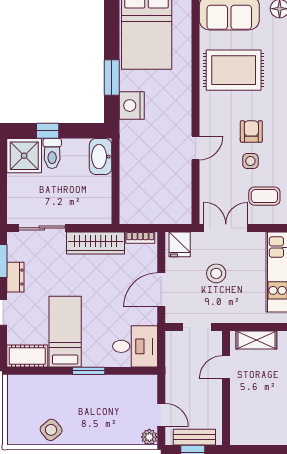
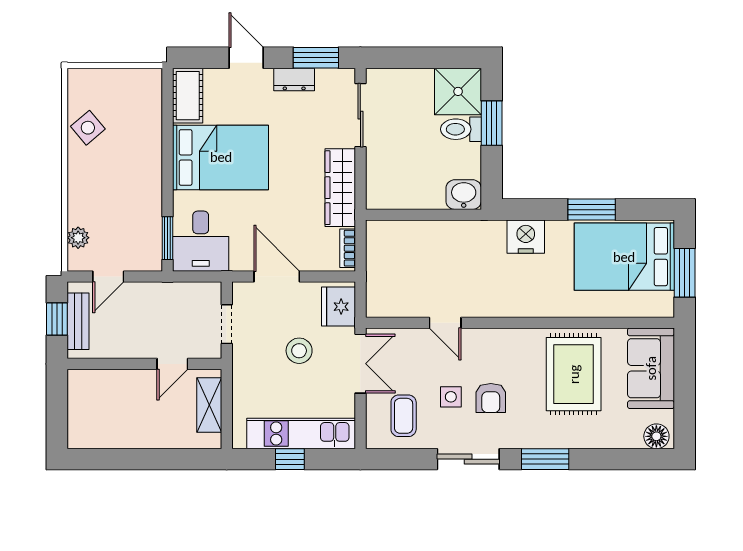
window: (112, 78) -> (592, 210), moved
window: (48, 131) -> (492, 123), width x1.50
armchair: (251, 131) -> (491, 398), turned 90
door: (196, 148) -> (445, 323), moved
washbasin: (101, 157) -> (464, 195), width x0.72
fridge: (180, 244) -> (338, 307), width x1.38
bed: (65, 332) -> (221, 157), width x1.50
door: (226, 367) -> (172, 364), swing flipped
window: (89, 371) -> (168, 238), moved
plant: (149, 437) -> (78, 238), moved

